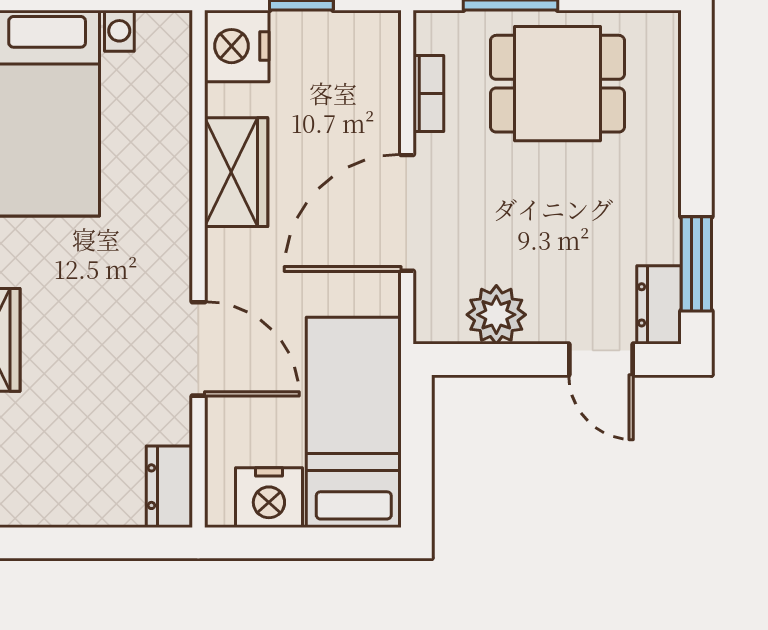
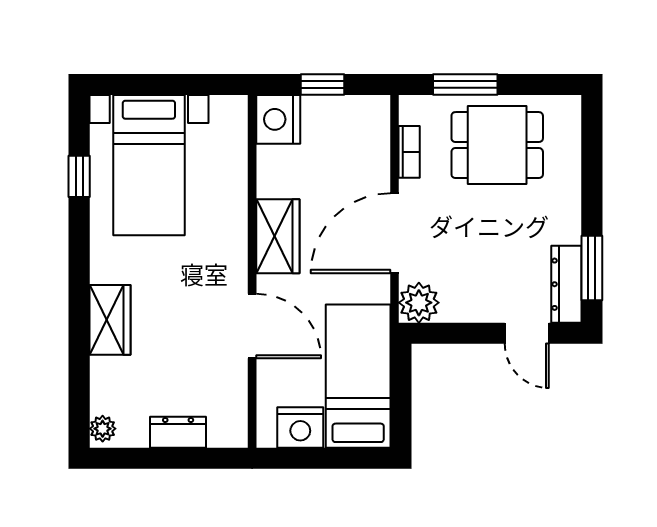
wardrobe: (236, 172) -> (278, 236), moved
dresser: (659, 305) -> (566, 284), width x1.44
plant: (496, 315) -> (419, 303), moved
dresser: (169, 487) -> (178, 432), moved, turned 90

